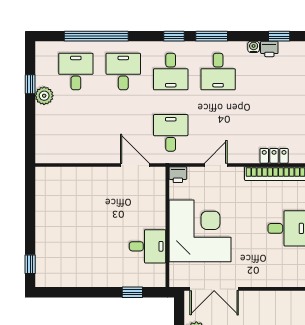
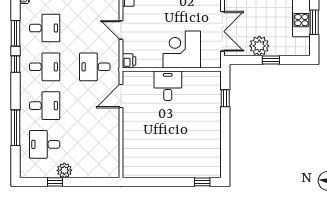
window: (96, 36) -> (16, 128), width x0.68
desk: (123, 72) -> (45, 106), turned 180
corner desk: (200, 231) -> (182, 50), width x0.74, depth x0.74
desk: (148, 246) -> (168, 86), moved

